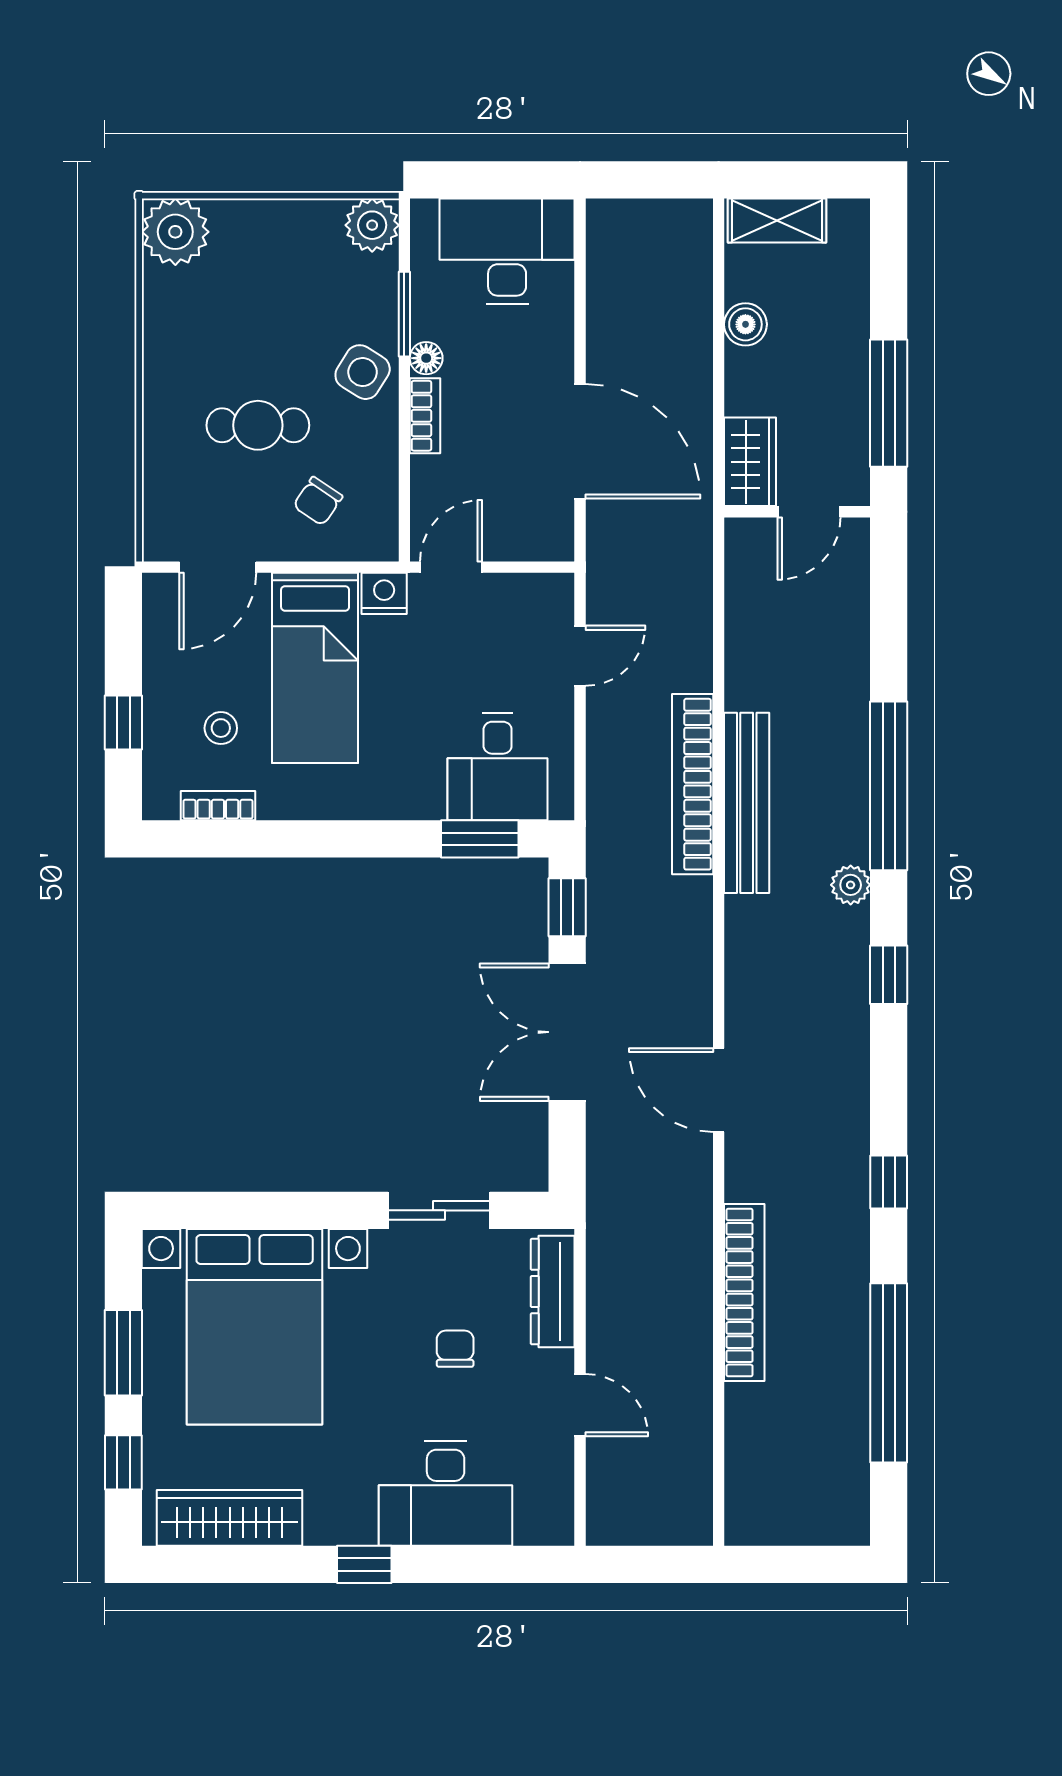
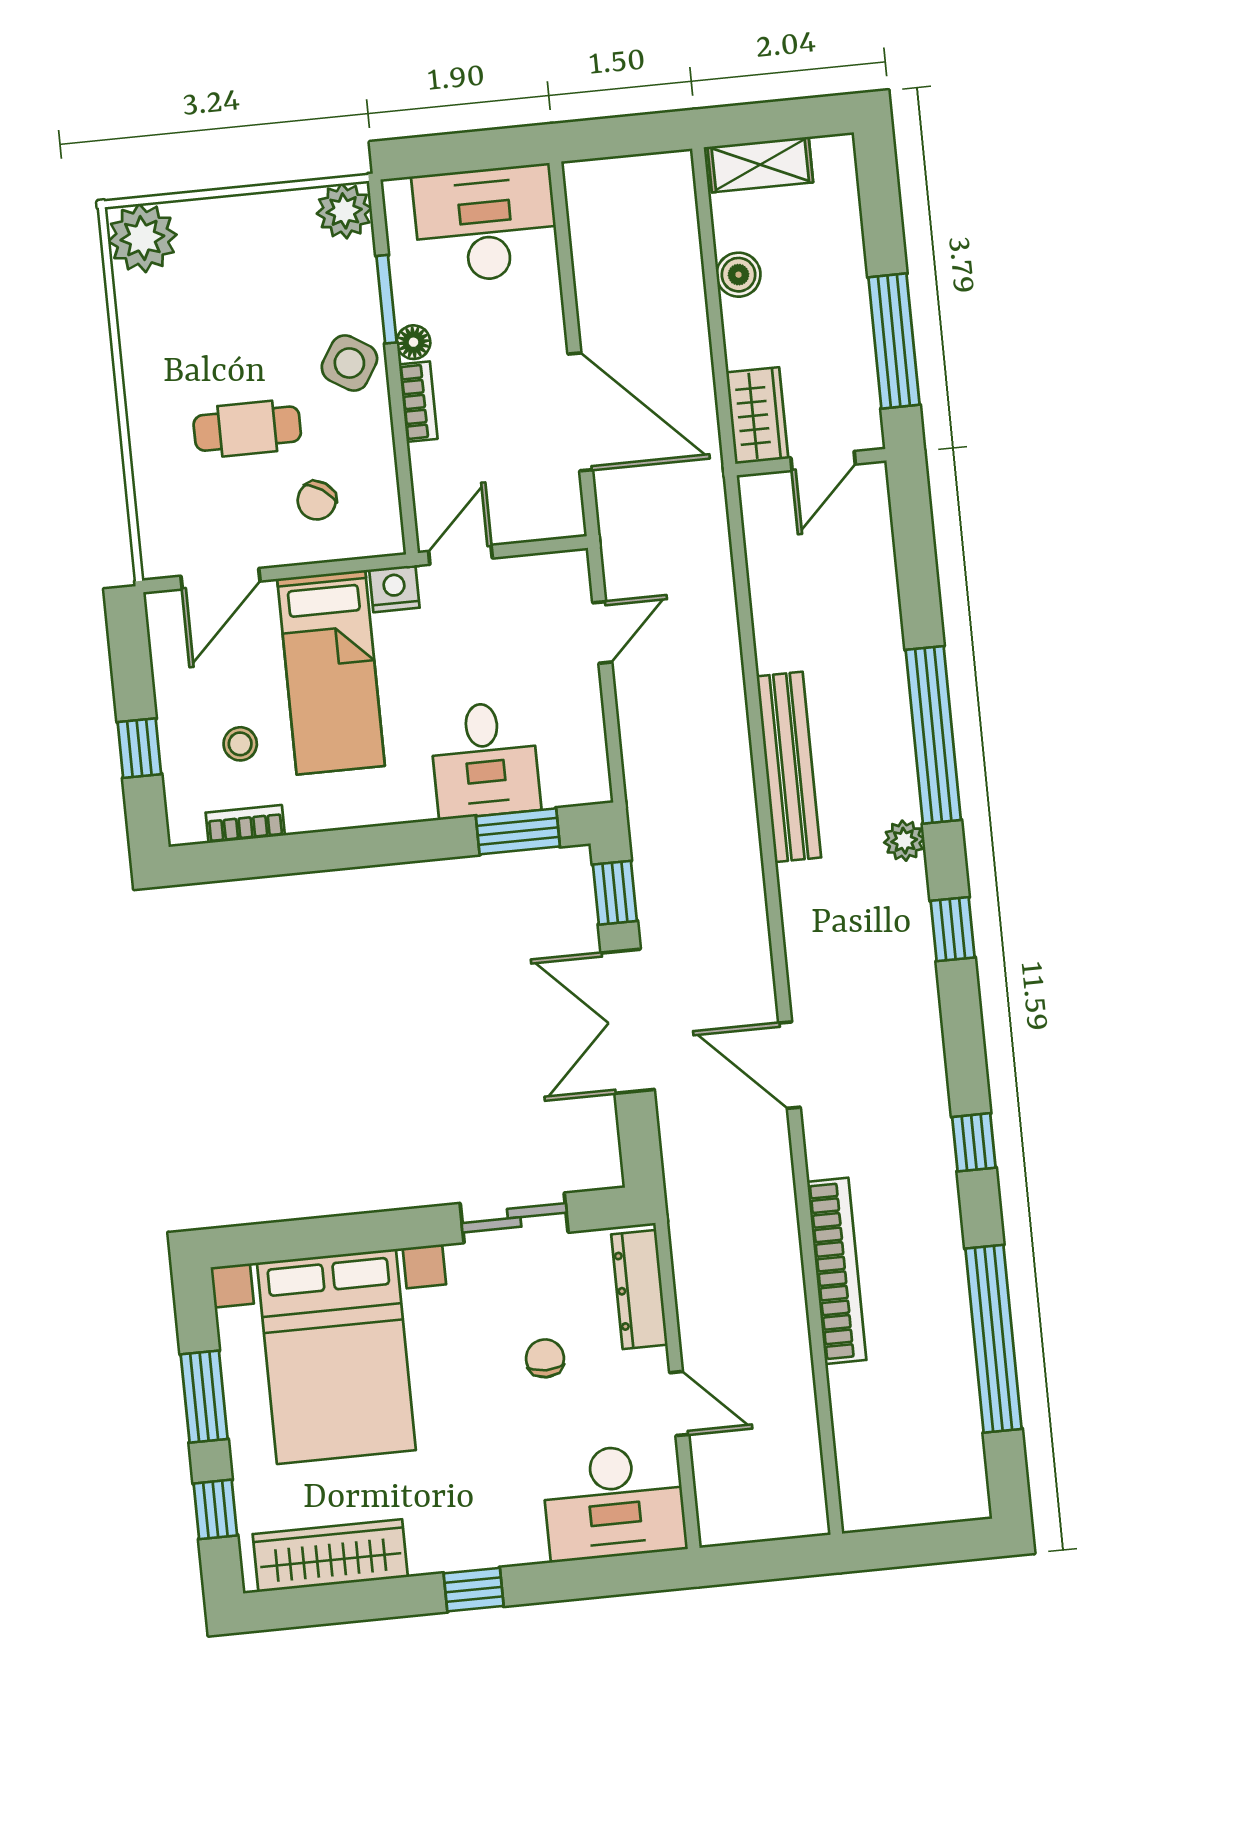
desk: (498, 767) -> (485, 760), moved
bookcase: (693, 784) -> (731, 753), removed
desk: (446, 1494) -> (614, 1502), moved

